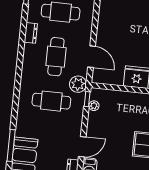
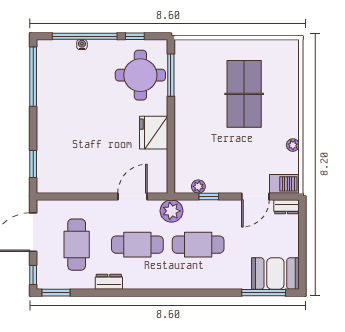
window: (87, 99) -> (209, 196), moved
cafe table: (51, 101) -> (198, 245), turned 90
door: (82, 147) -> (255, 196), swing flipped

